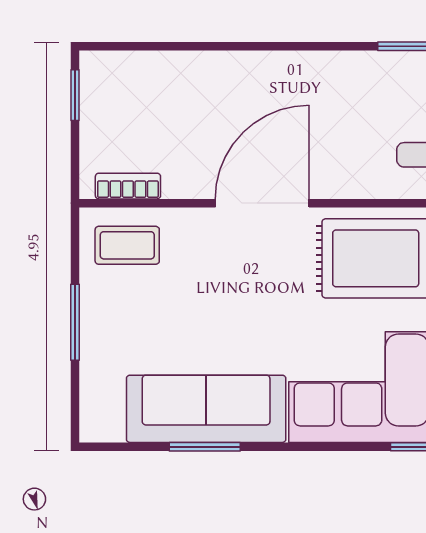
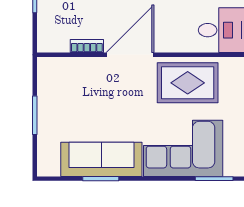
bookcase: (128, 186) -> (87, 46), moved
coffee table: (127, 245) -> (61, 76), removed

